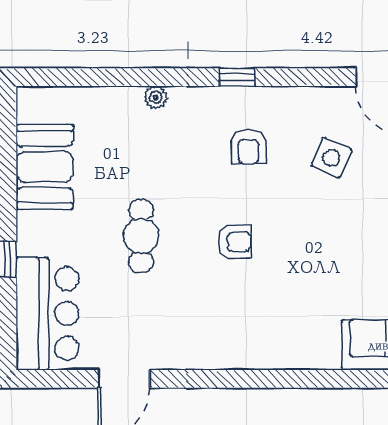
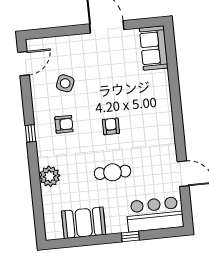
plant: (156, 97) -> (50, 176), width x1.87, depth x1.87

